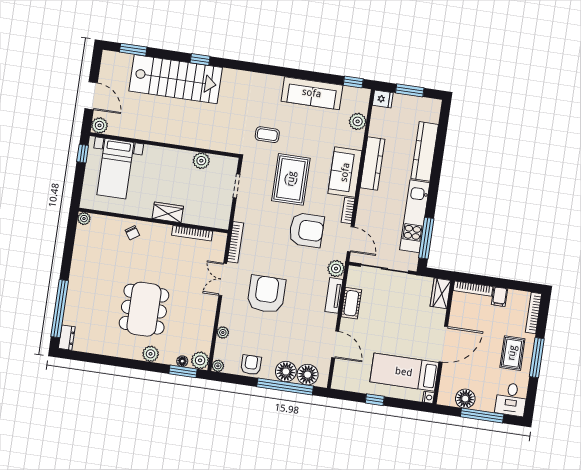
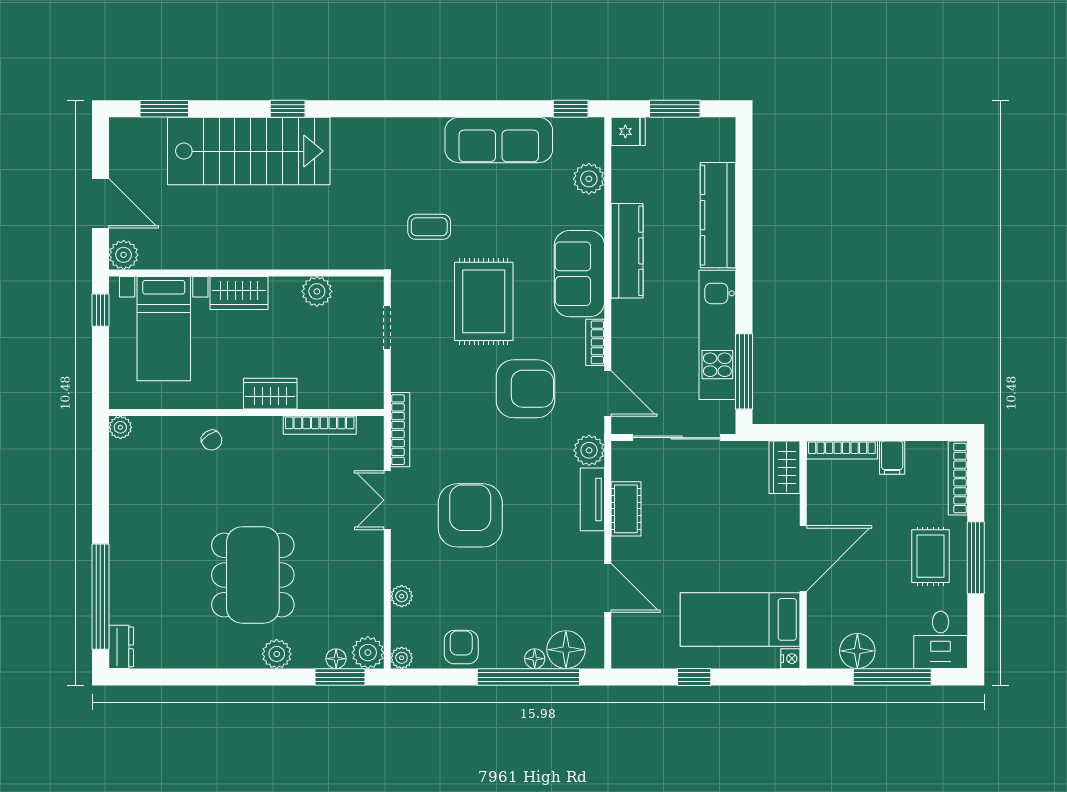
wardrobe: (159, 155) -> (239, 293), added
floor lamp: (286, 372) -> (535, 659), width x0.53, depth x0.53

